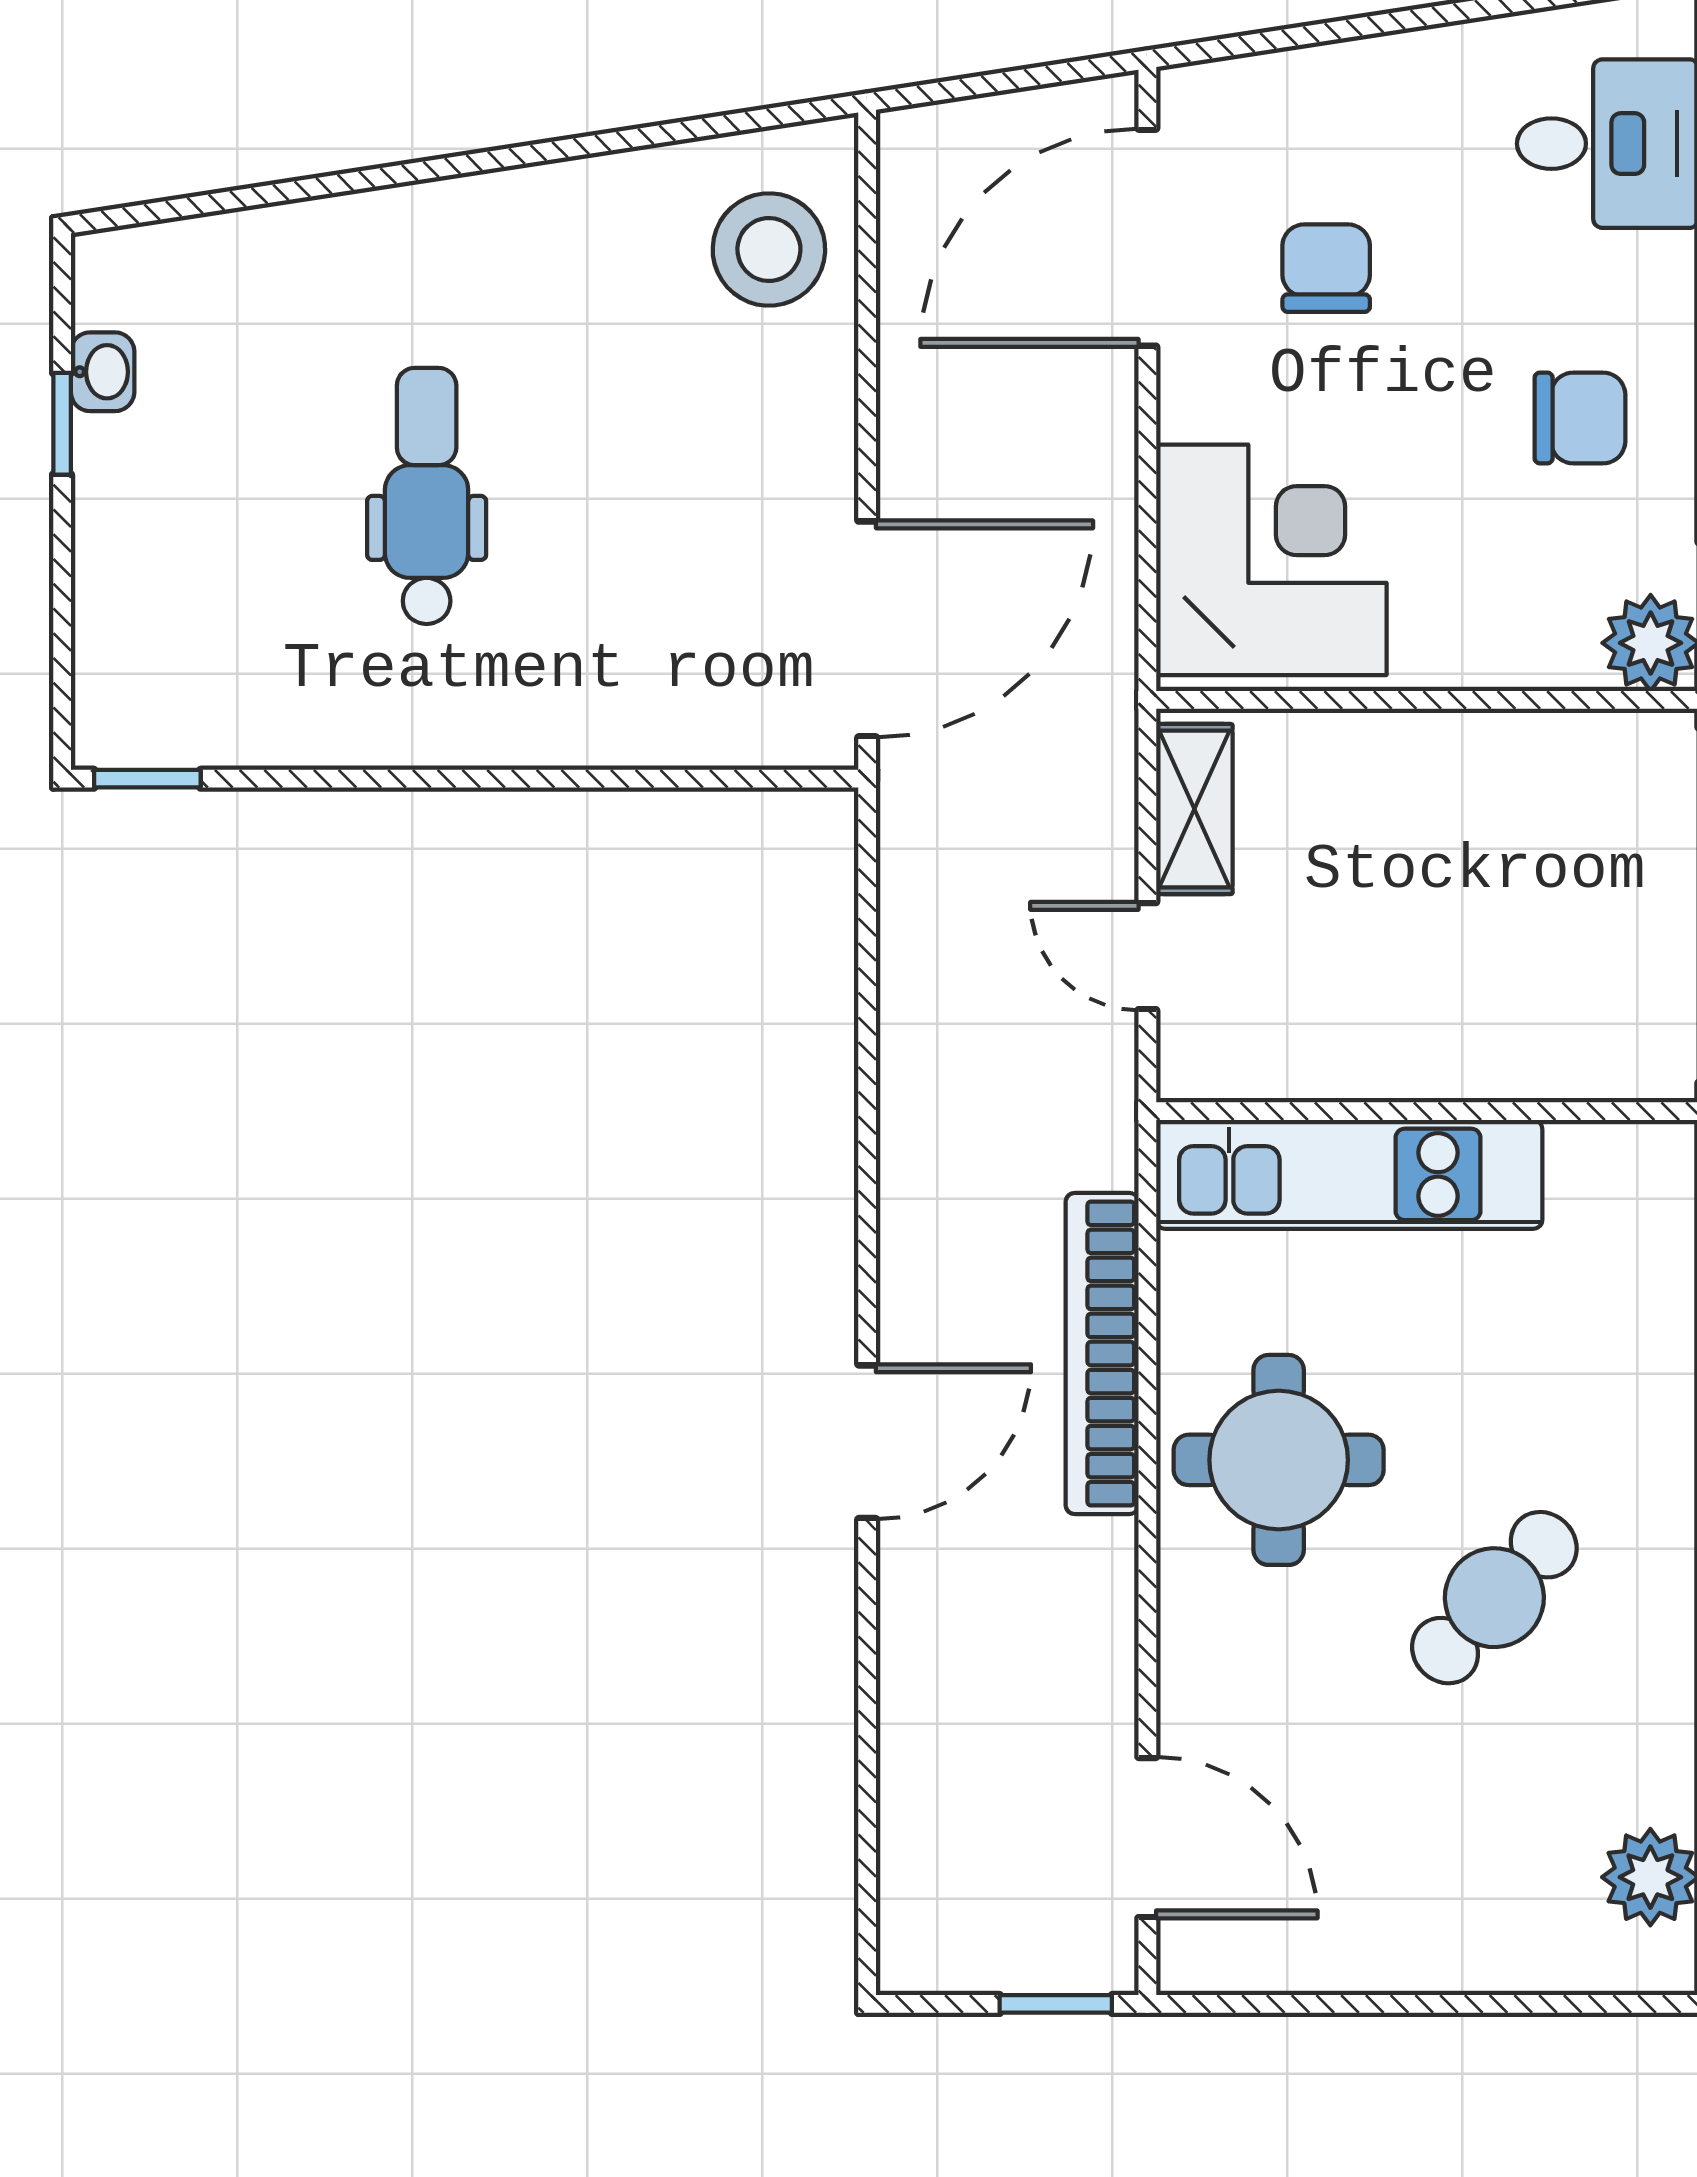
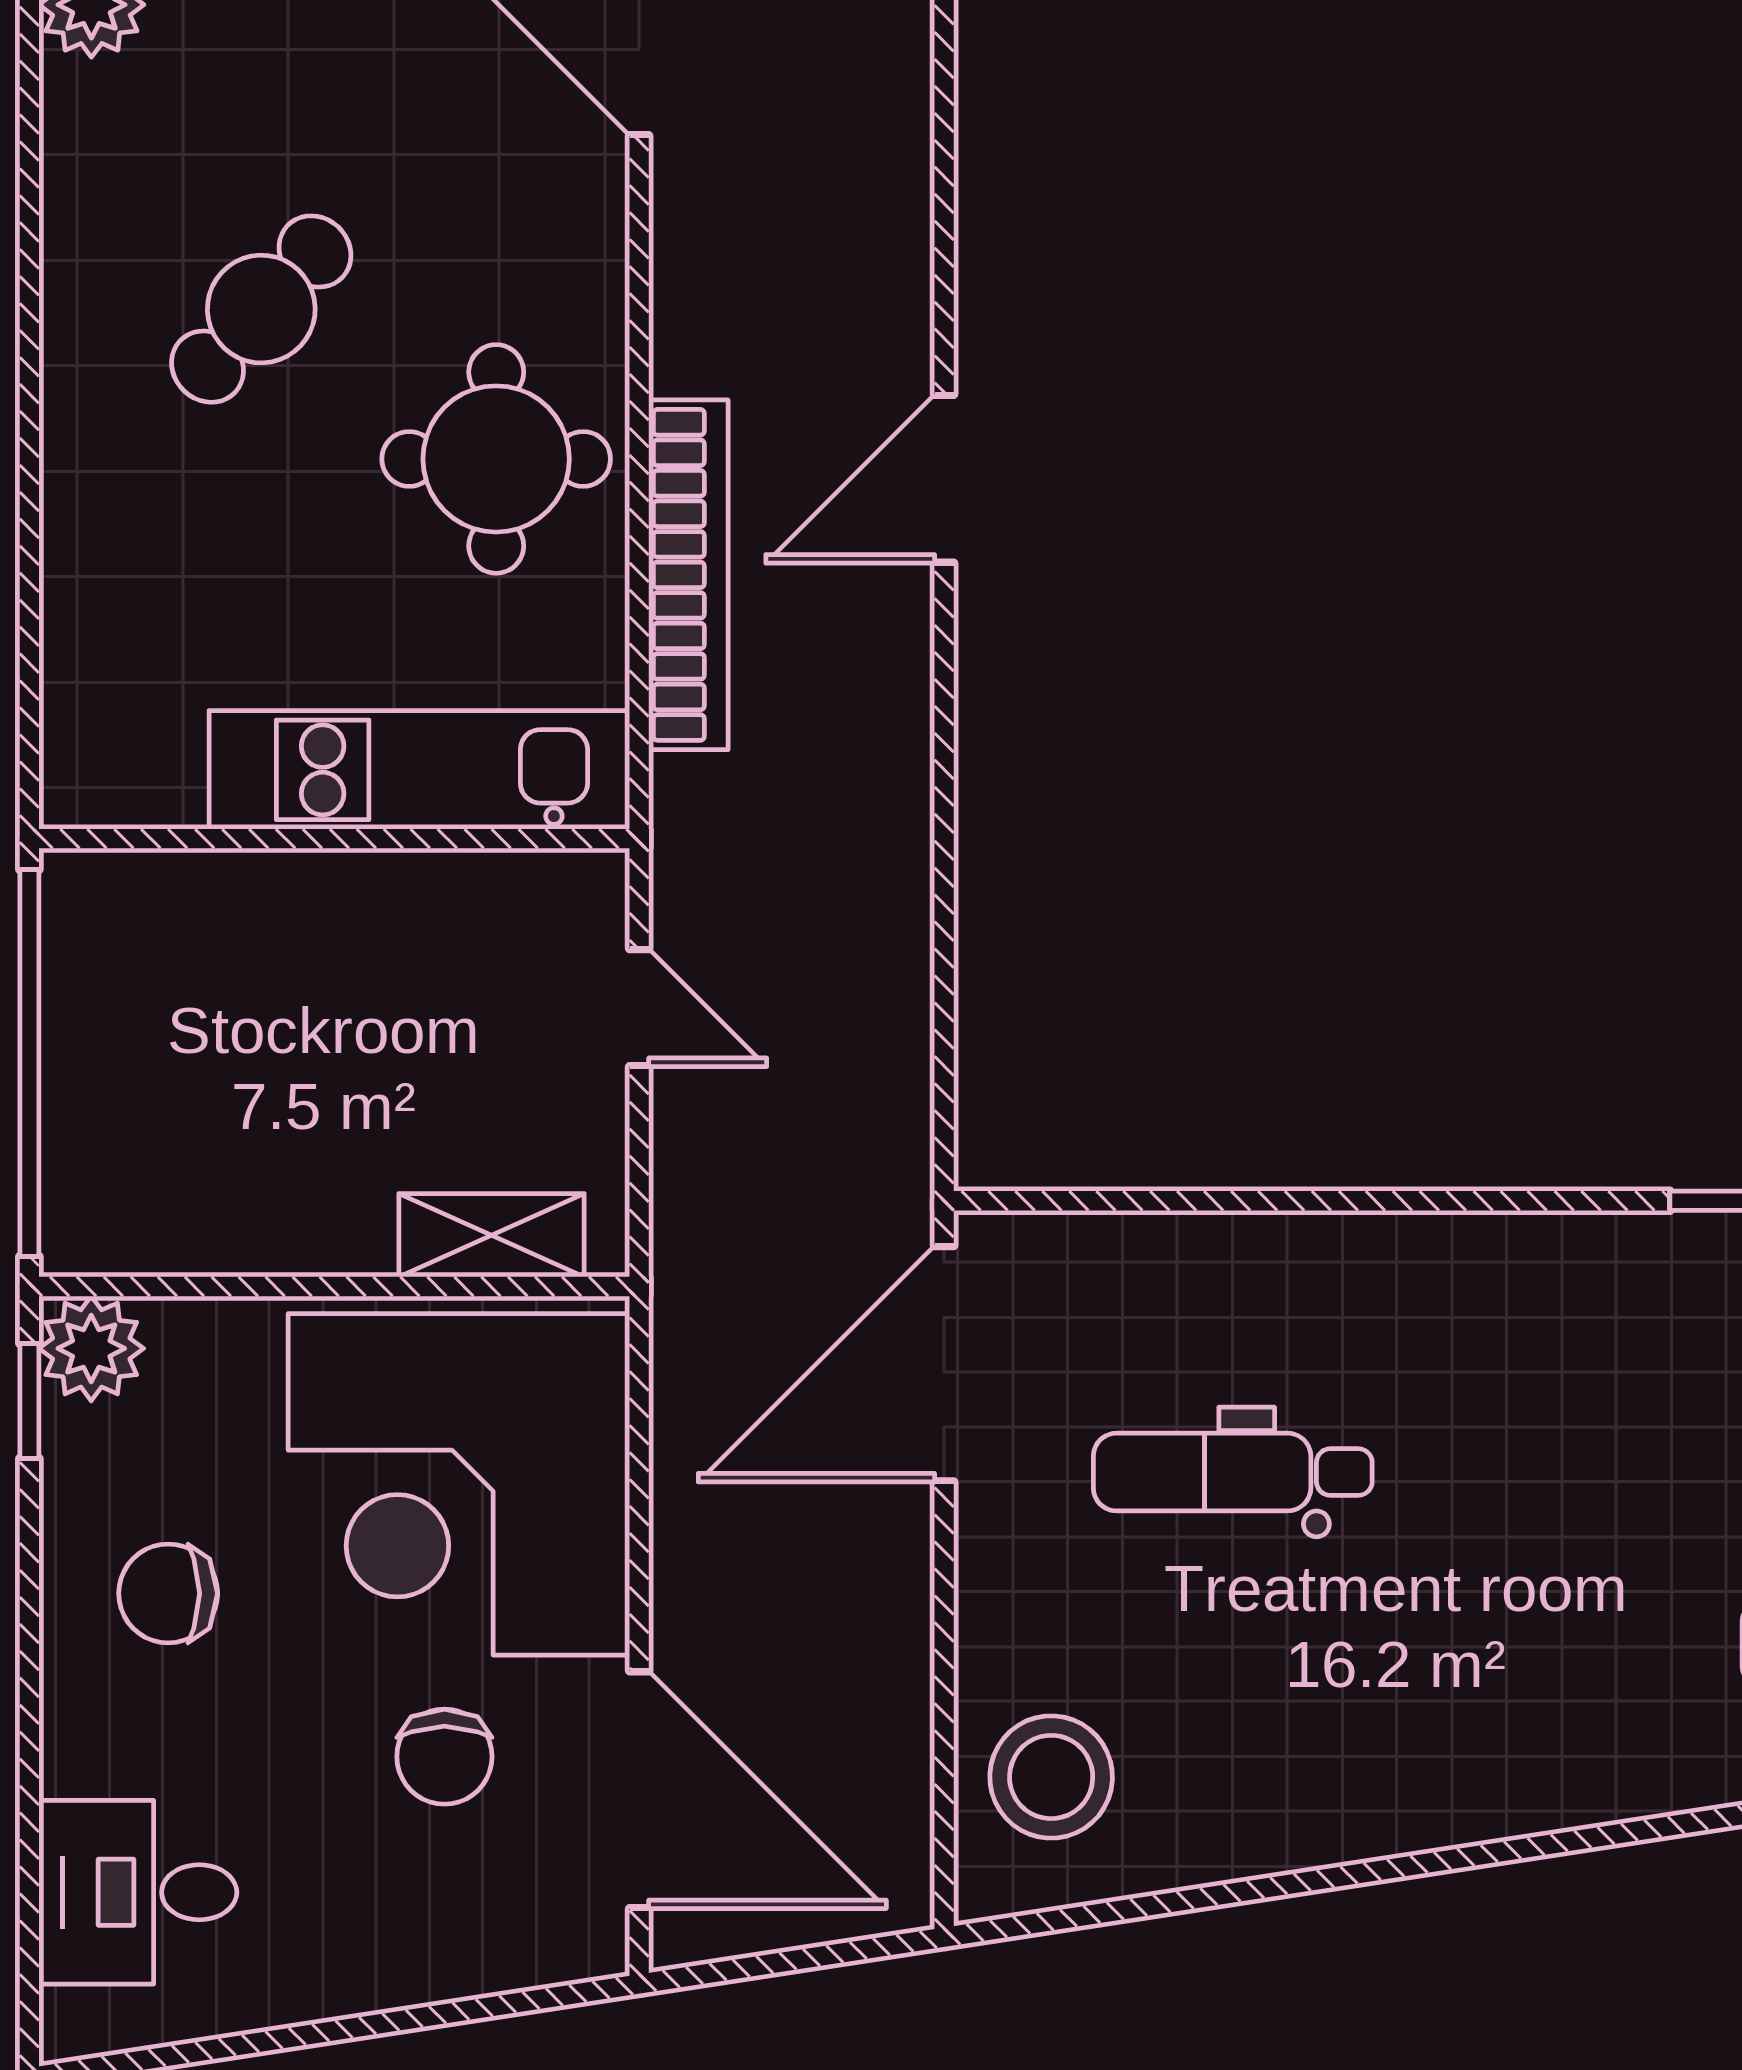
door: (1147, 238) -> (639, 1790), hinge flipped
dental chair: (427, 496) -> (1233, 1472), moved, turned 90
corner desk: (1271, 560) -> (459, 1484), width x1.36, depth x1.36
shelving: (1194, 809) -> (492, 1235), moved, turned 90

